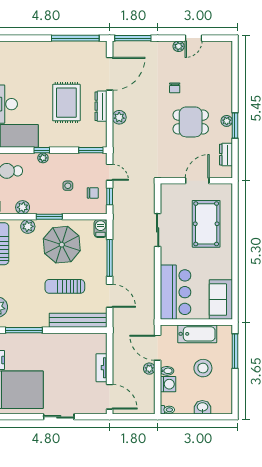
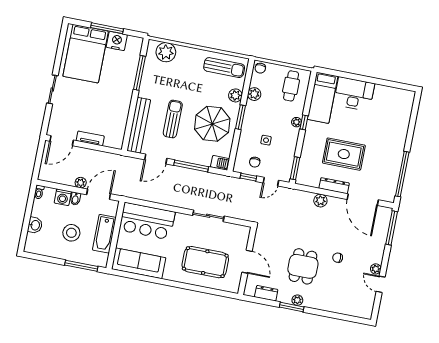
sofa: (221, 300) -> (139, 263), width x1.36

